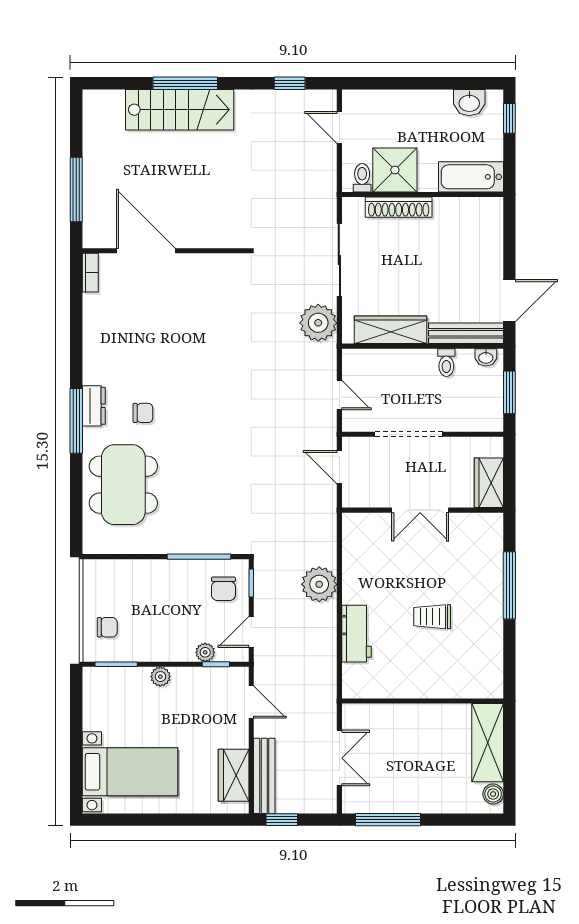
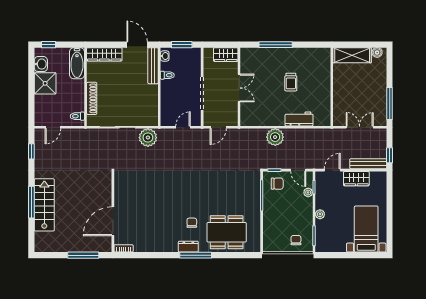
shower: (395, 170) -> (45, 83), moved
wardrobe: (391, 330) -> (104, 54), moved, turned -90
wardrobe: (234, 775) -> (356, 179), moved

